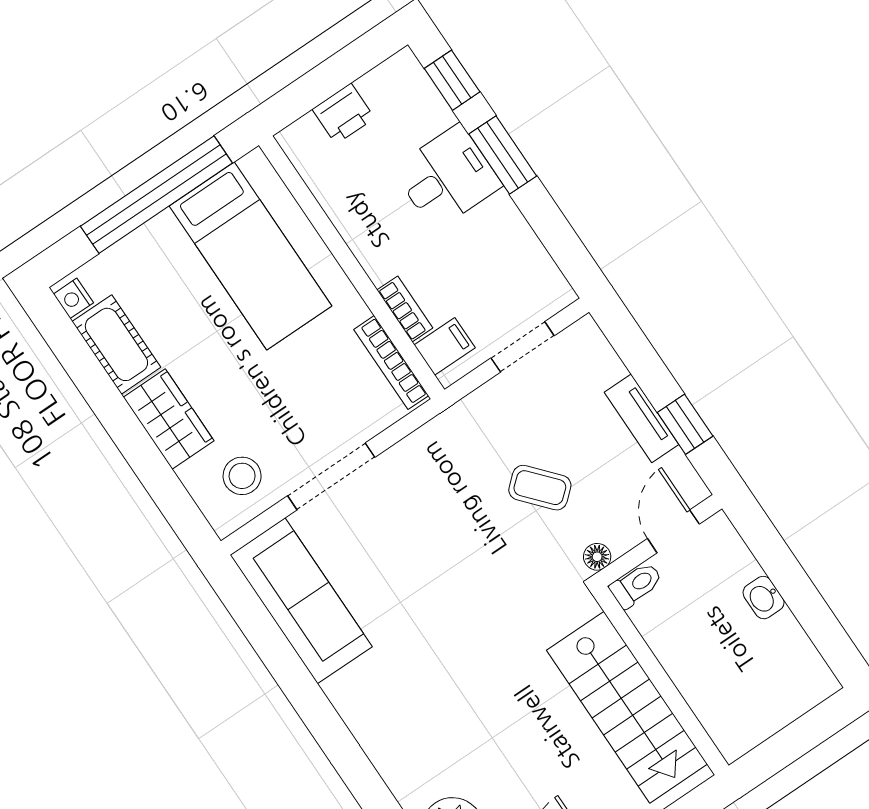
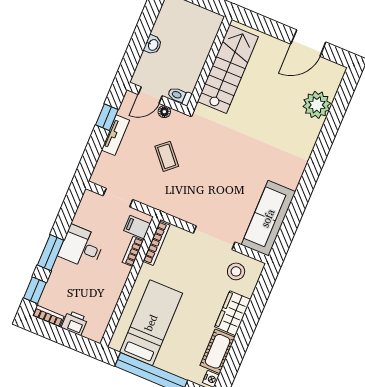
bookcase: (388, 73) -> (48, 316), added
desk: (447, 177) -> (81, 247), moved
floor lamp: (597, 557) -> (164, 112), moved

